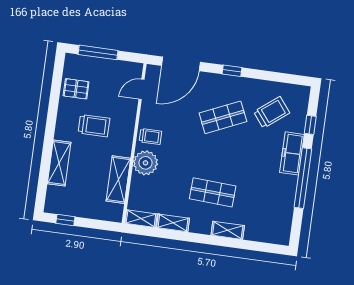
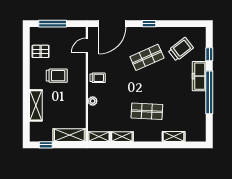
plant: (145, 163) -> (93, 101), width x0.53, depth x0.53
shelving: (118, 180) -> (69, 135), moved, turned 90
shelving: (228, 230) -> (174, 137), moved

